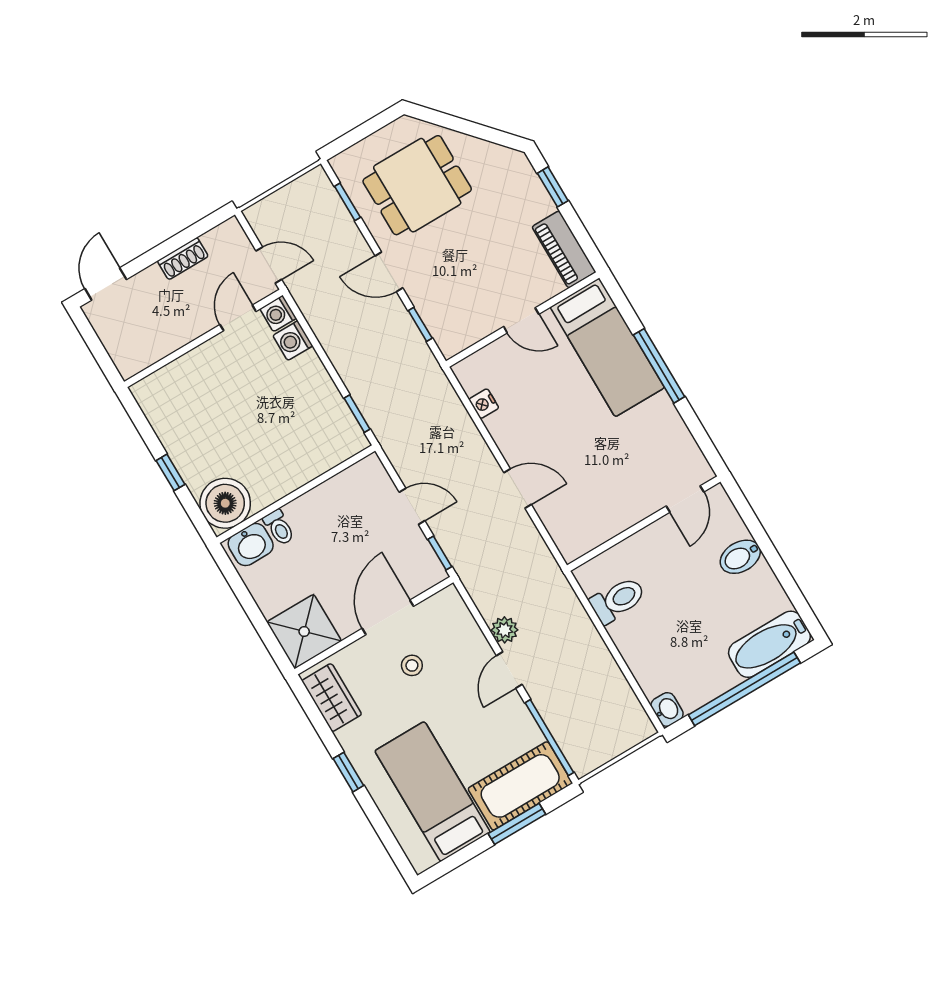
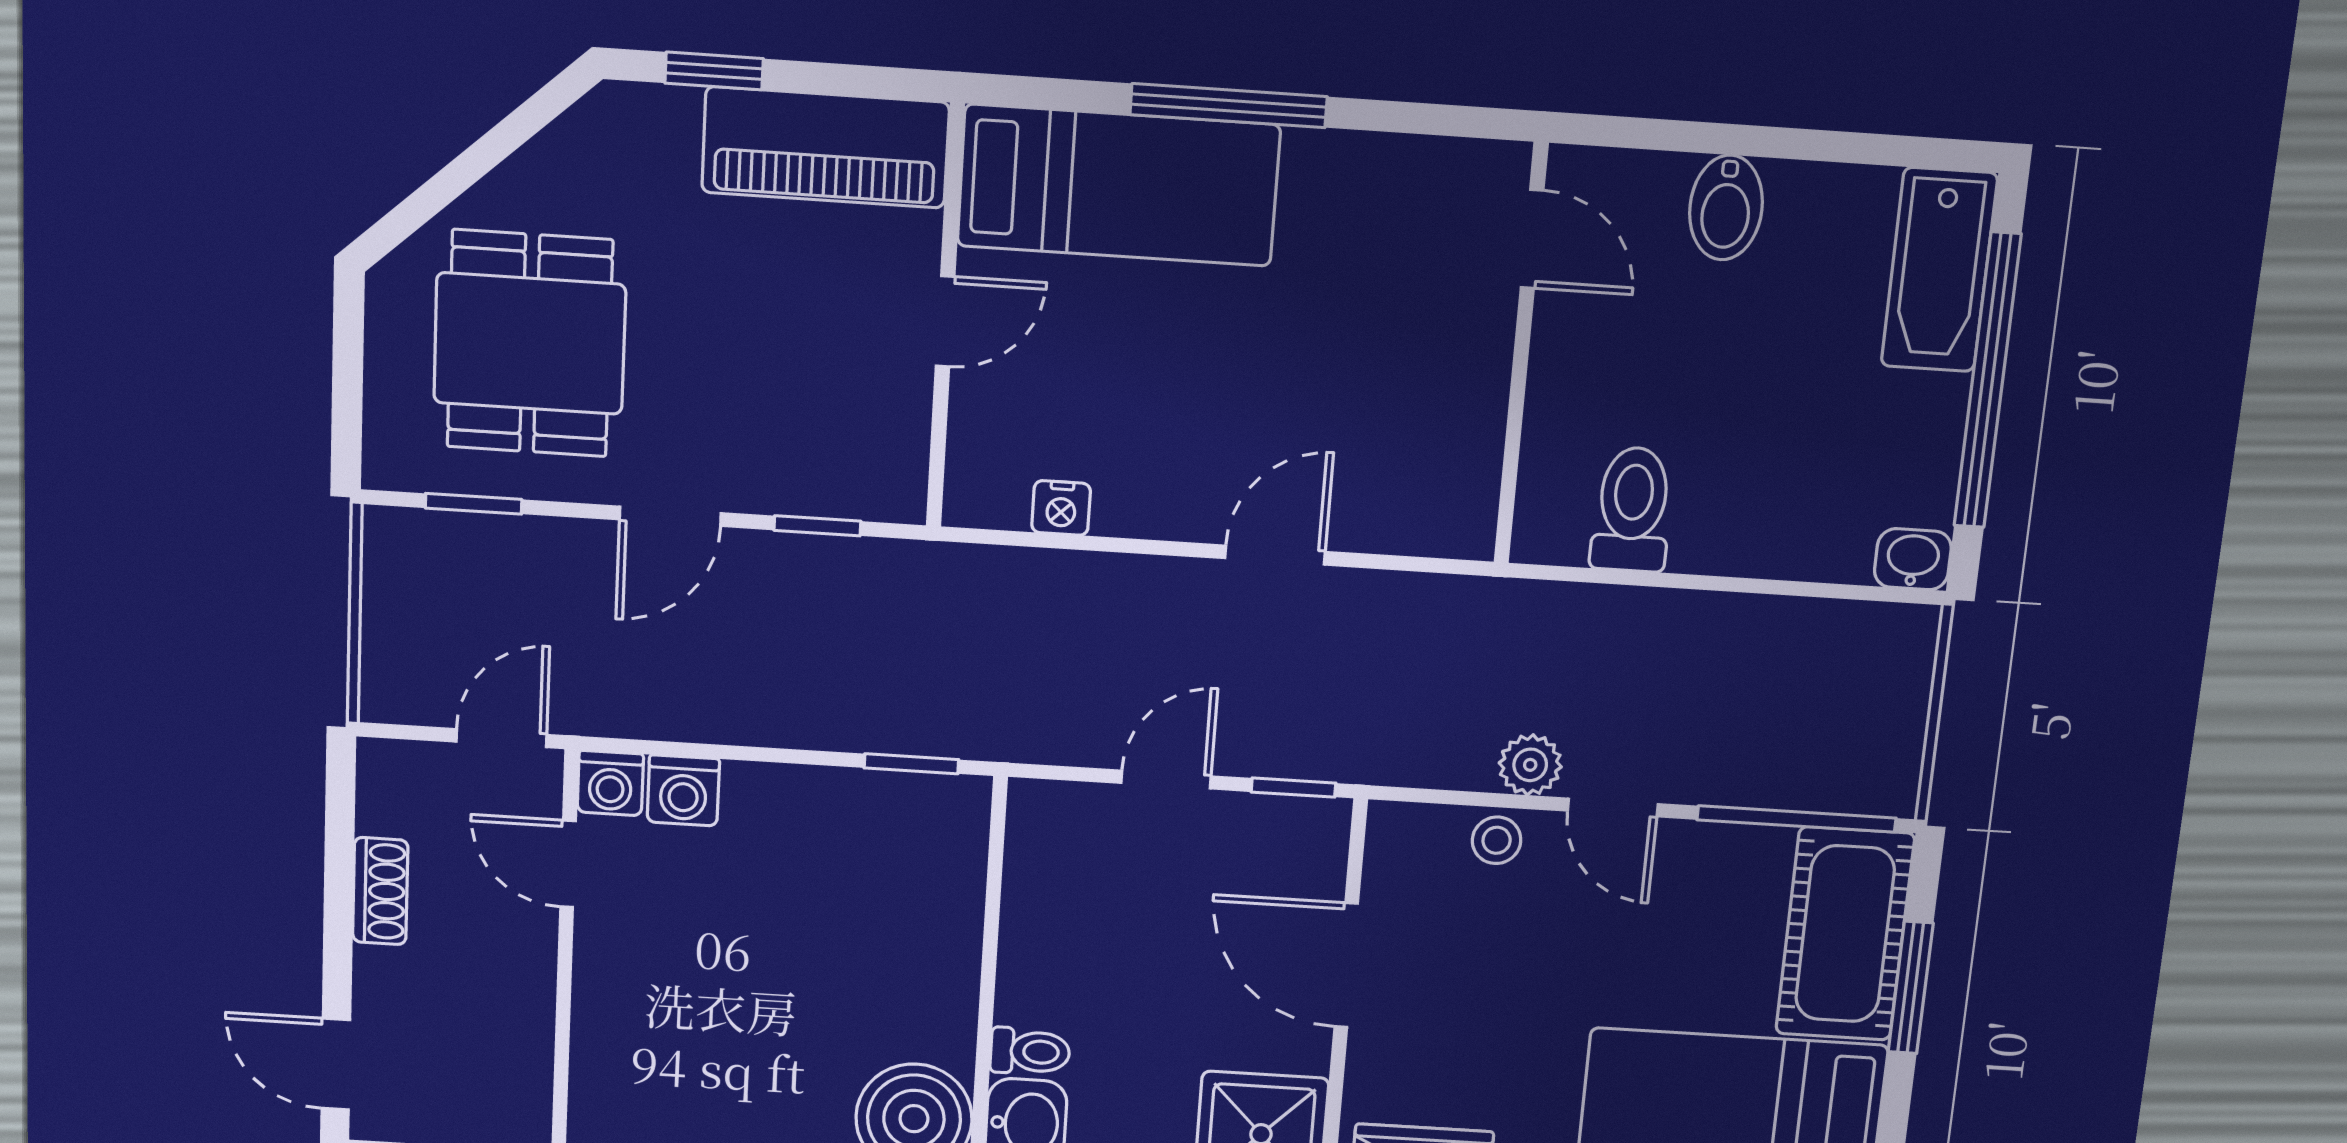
piano: (564, 249) -> (825, 147), width x1.37, depth x1.33
stool: (412, 665) -> (1497, 840), moved

